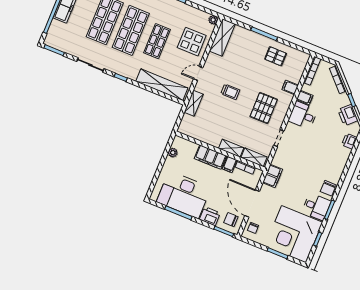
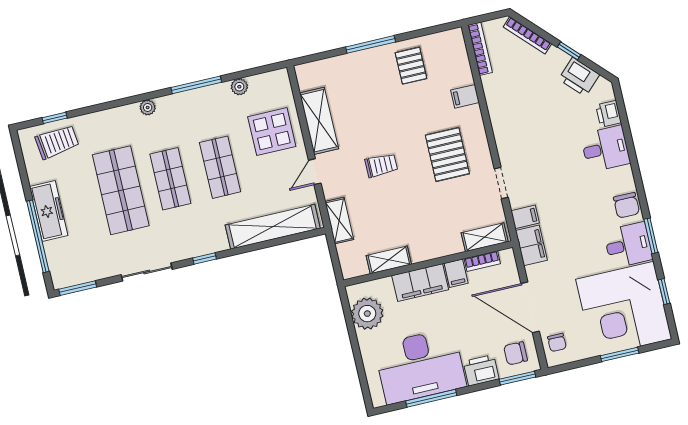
plant: (213, 20) -> (239, 87), moved
shop shelf: (131, 30) -> (170, 179), width x0.70, depth x0.74
shelving: (222, 37) -> (319, 121), moved
pallet: (276, 56) -> (411, 66), turned 90
filing cabinet: (305, 97) -> (525, 217), moved
desk: (303, 115) -> (605, 149), moved, turned 180
shelving: (231, 148) -> (389, 260), moved
plant: (173, 153) -> (367, 314), width x1.87, depth x1.87

